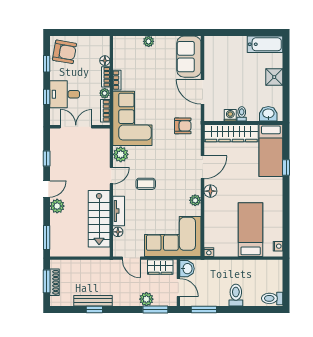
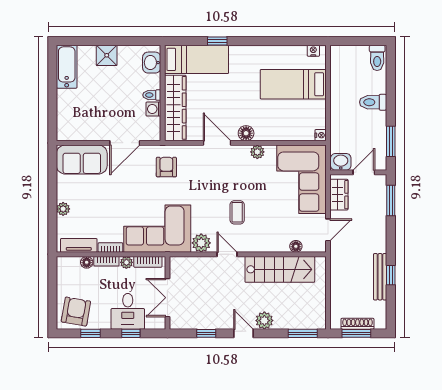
tv unit: (119, 211) -> (79, 245), moved
plant: (146, 299) -> (378, 211), removed

